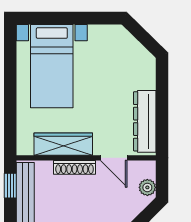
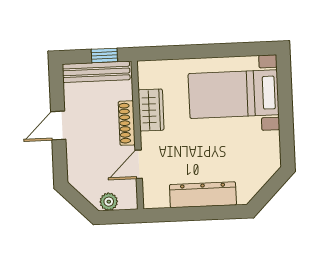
dresser: (145, 121) -> (203, 195), moved
wardrobe: (63, 144) -> (151, 110), width x0.67

